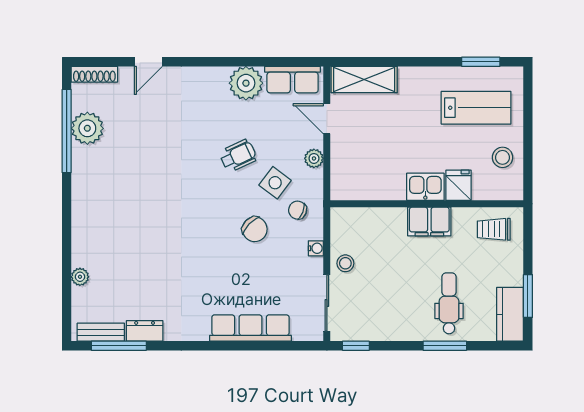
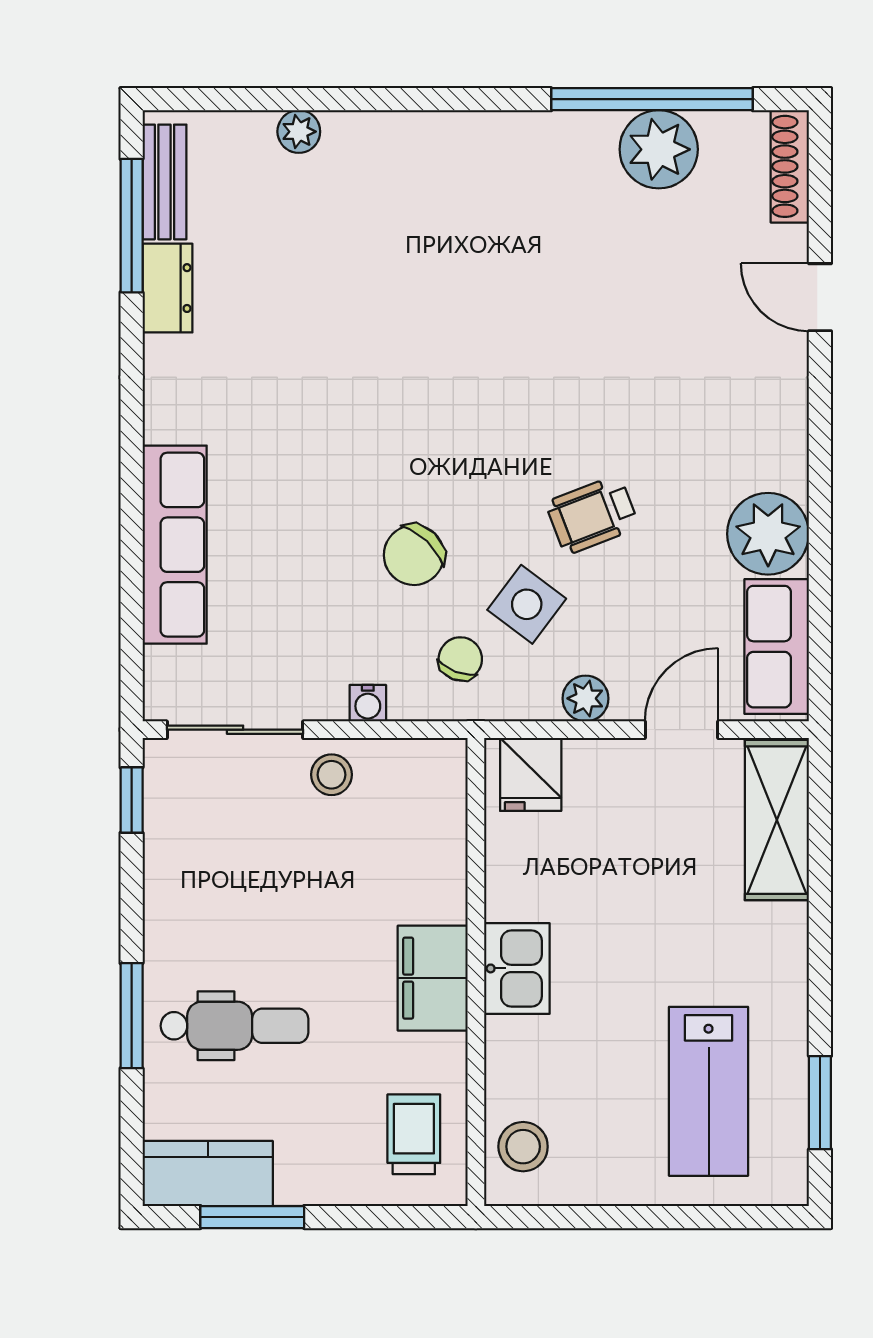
wheelchair: (238, 156) -> (592, 515), turned 94
stool: (503, 157) -> (523, 1147), moved
fridge: (458, 185) -> (531, 774), moved, turned 90

